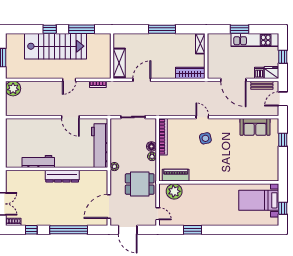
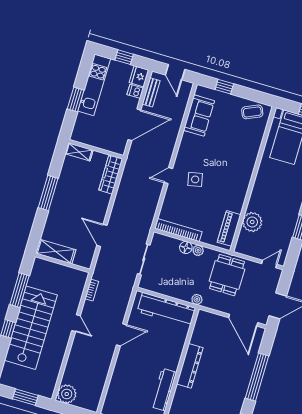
shelving: (119, 63) -> (56, 252), moved
coffee table: (270, 167) -> (252, 112), added
plant: (174, 191) -> (252, 222), moved

